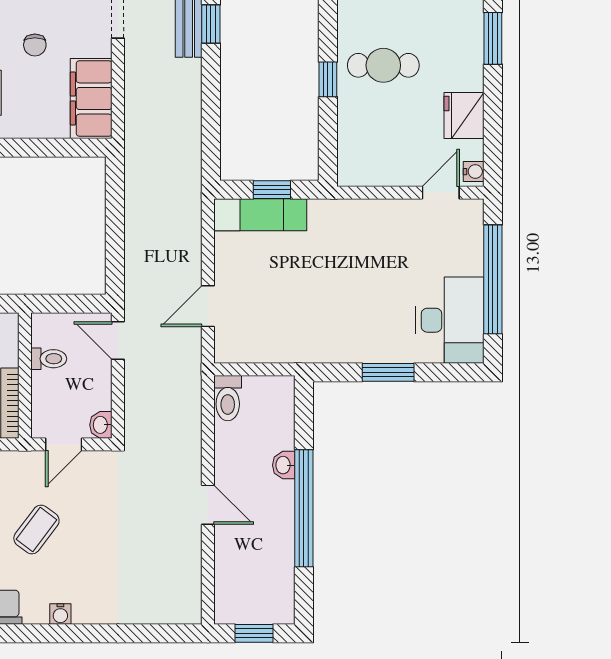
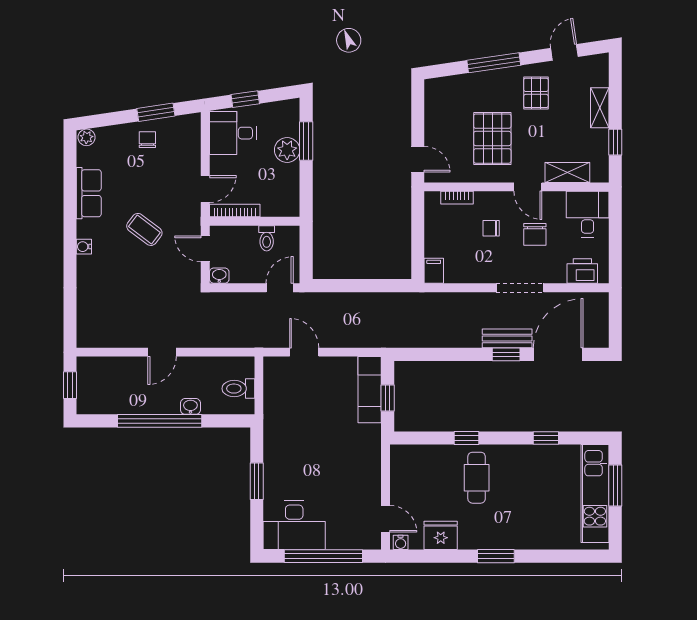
filing cabinet: (91, 99) -> (434, 271), width x0.33, depth x0.86
toilet: (228, 398) -> (238, 389), moved

